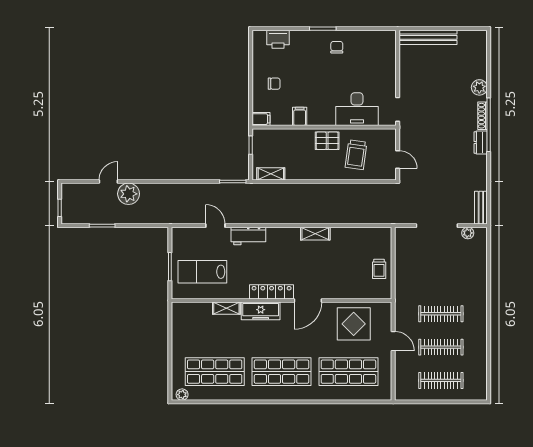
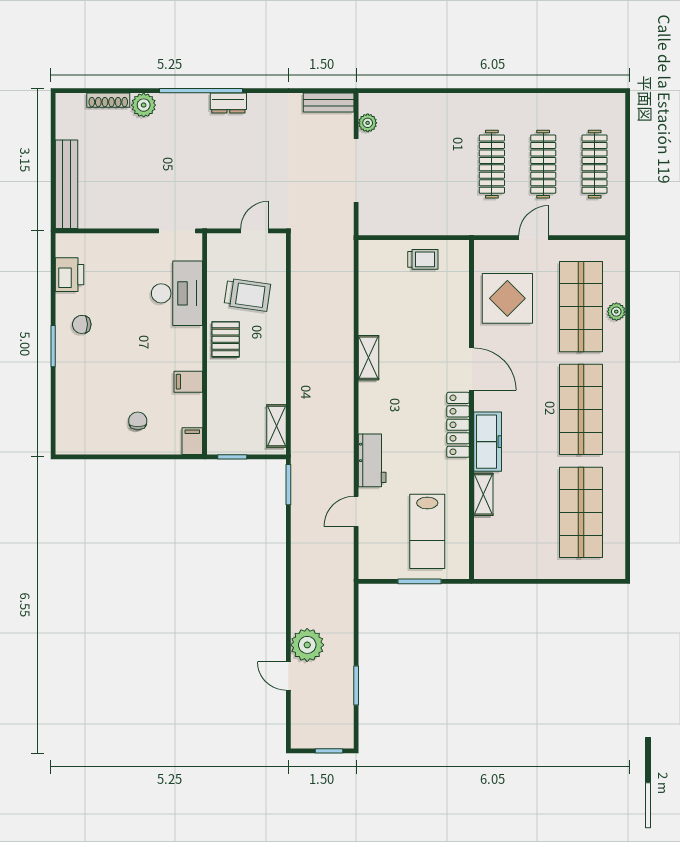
printer: (278, 39) -> (70, 275), moved
shoe rack: (483, 116) -> (108, 100), moved
plant: (182, 395) -> (616, 312), moved

